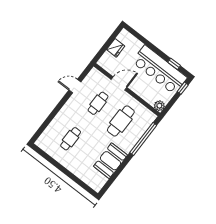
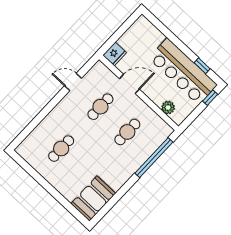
fridge: (116, 48) -> (115, 54), moved
plant: (159, 106) -> (168, 108), moved
cafe table: (121, 121) -> (127, 132), width x0.73, depth x0.74
booth: (110, 161) -> (93, 199), moved

